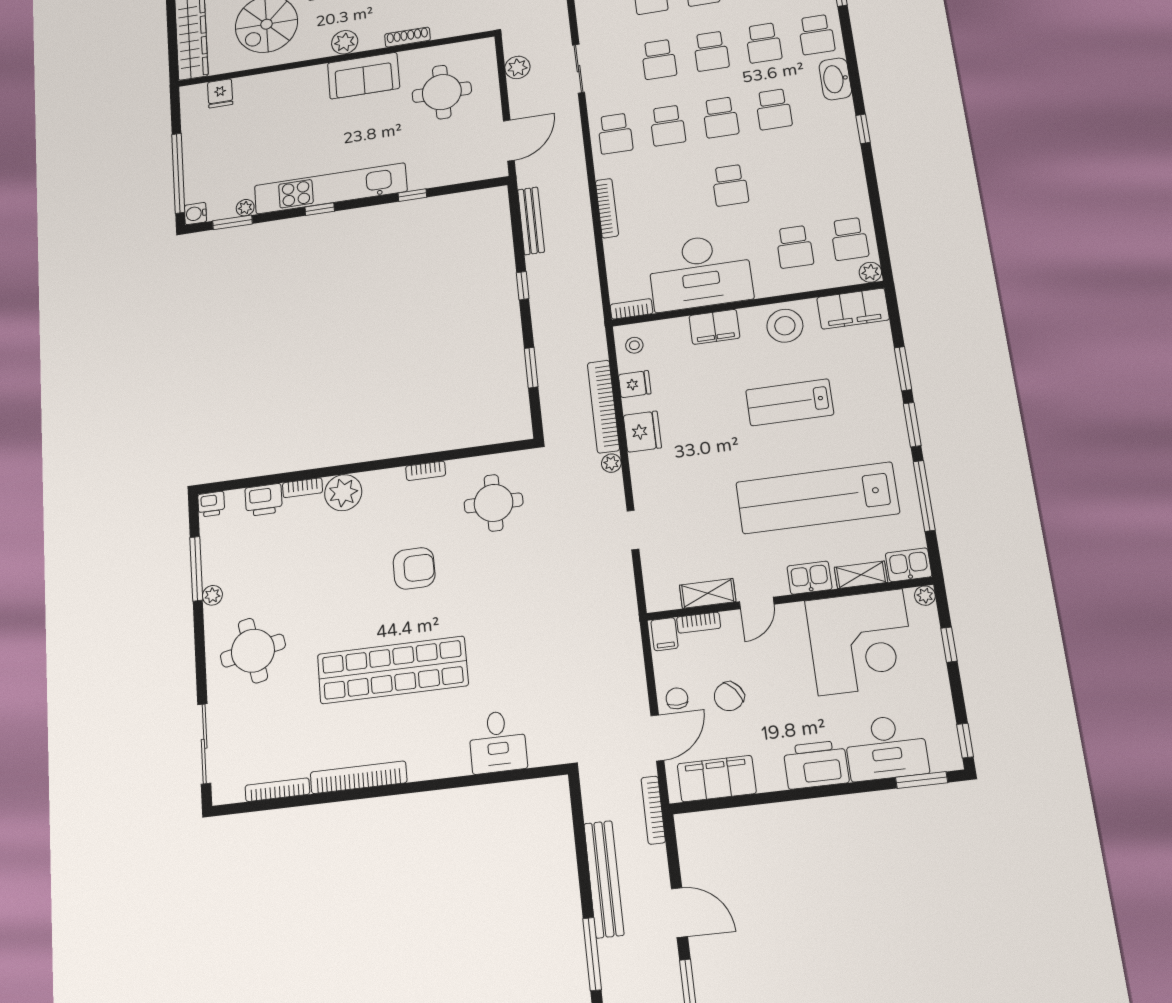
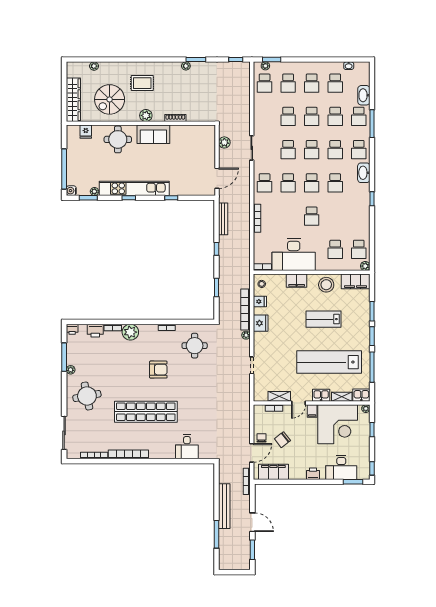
round table: (442, 92) -> (118, 139), moved
filing cabinet: (664, 634) -> (312, 411), moved
printer: (816, 765) -> (313, 474), width x0.53, depth x0.68

